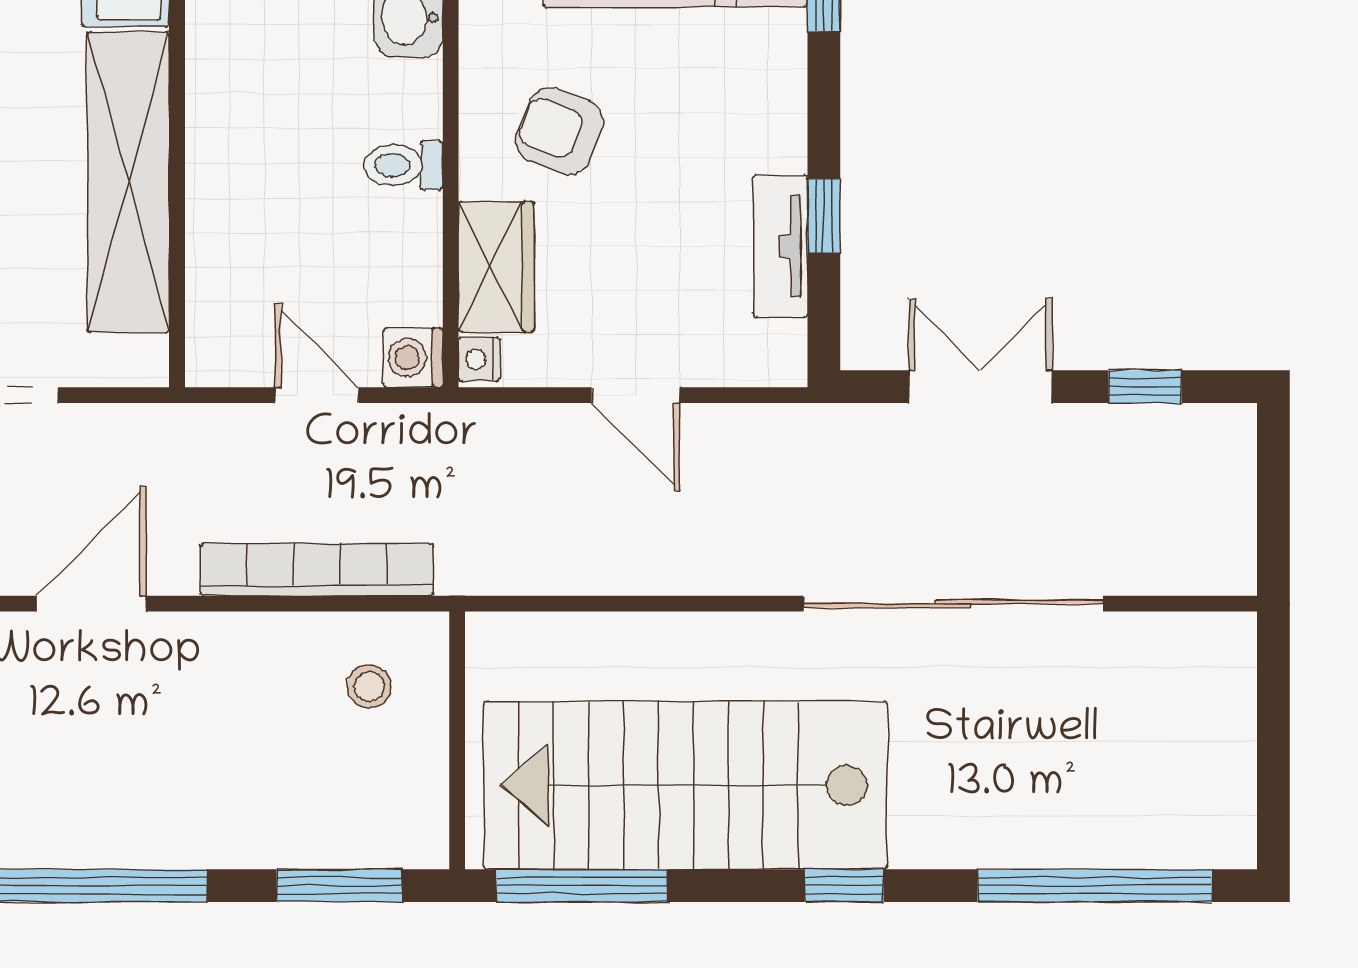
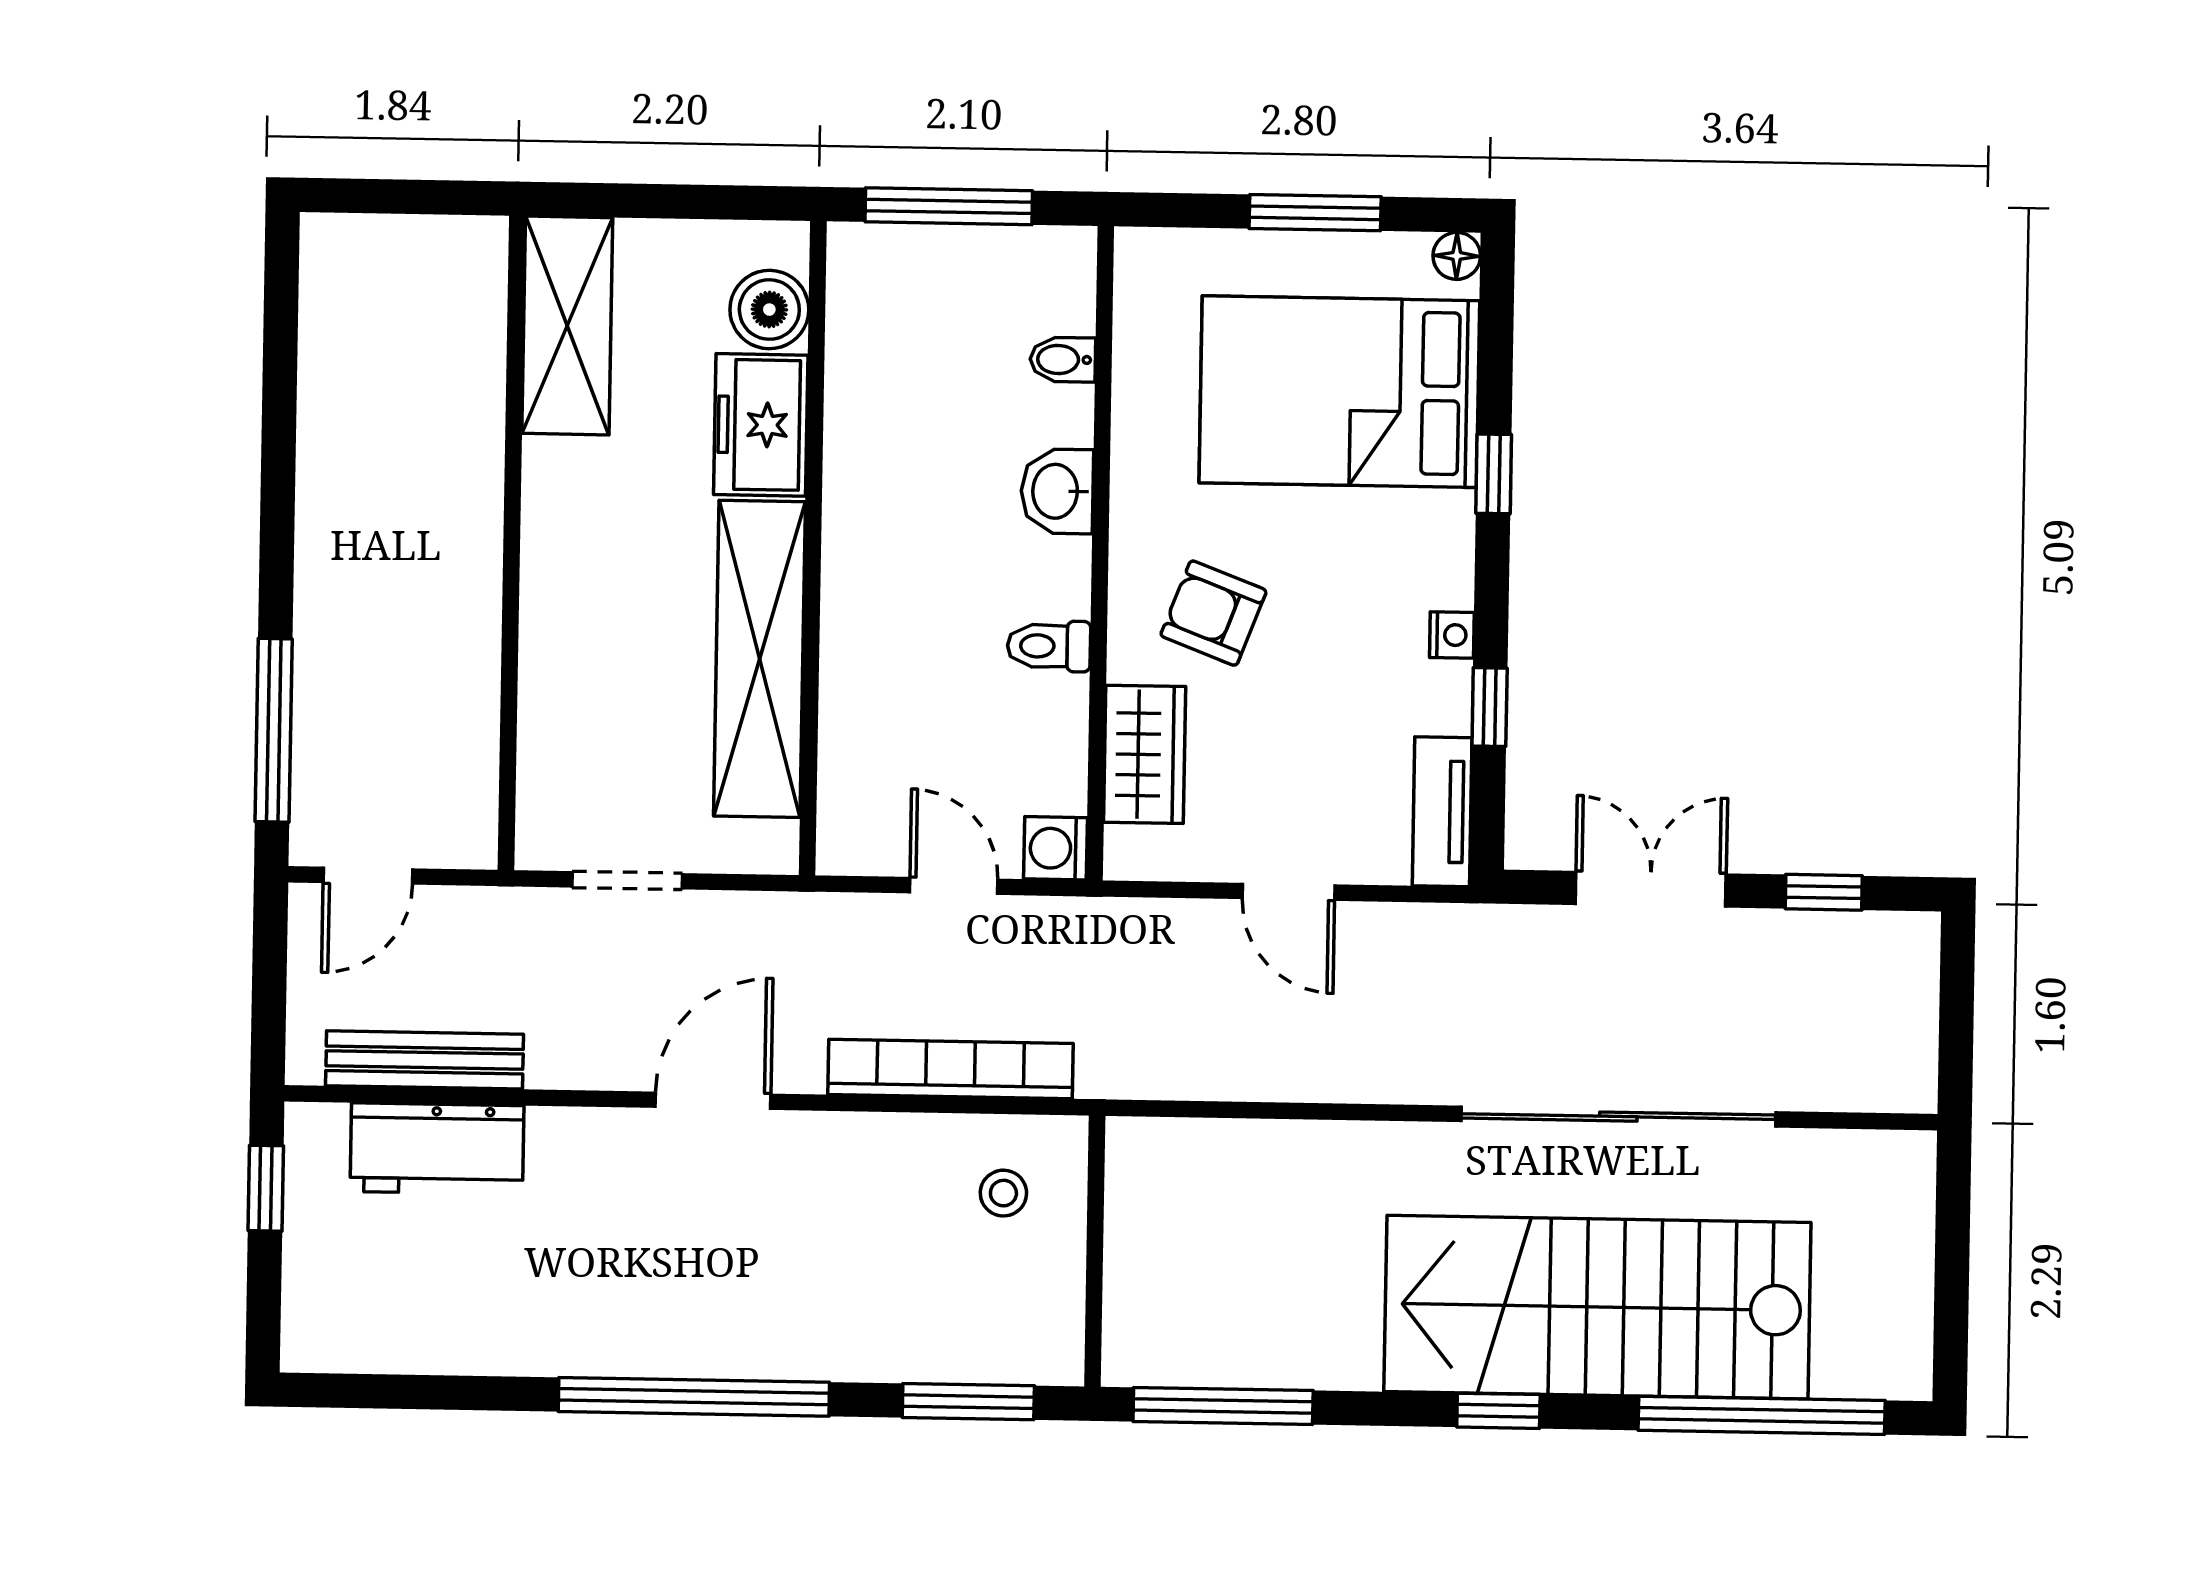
tv unit: (780, 246) -> (1442, 812), moved
nightstand: (479, 359) -> (1452, 635), moved, turned 180
stairs: (685, 785) -> (1597, 1307), moved

